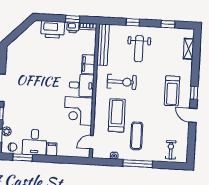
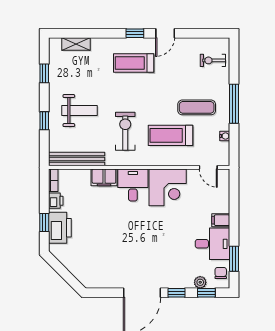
window: (73, 19) -> (44, 223), moved
treadmill: (172, 91) -> (134, 63), turned 180

